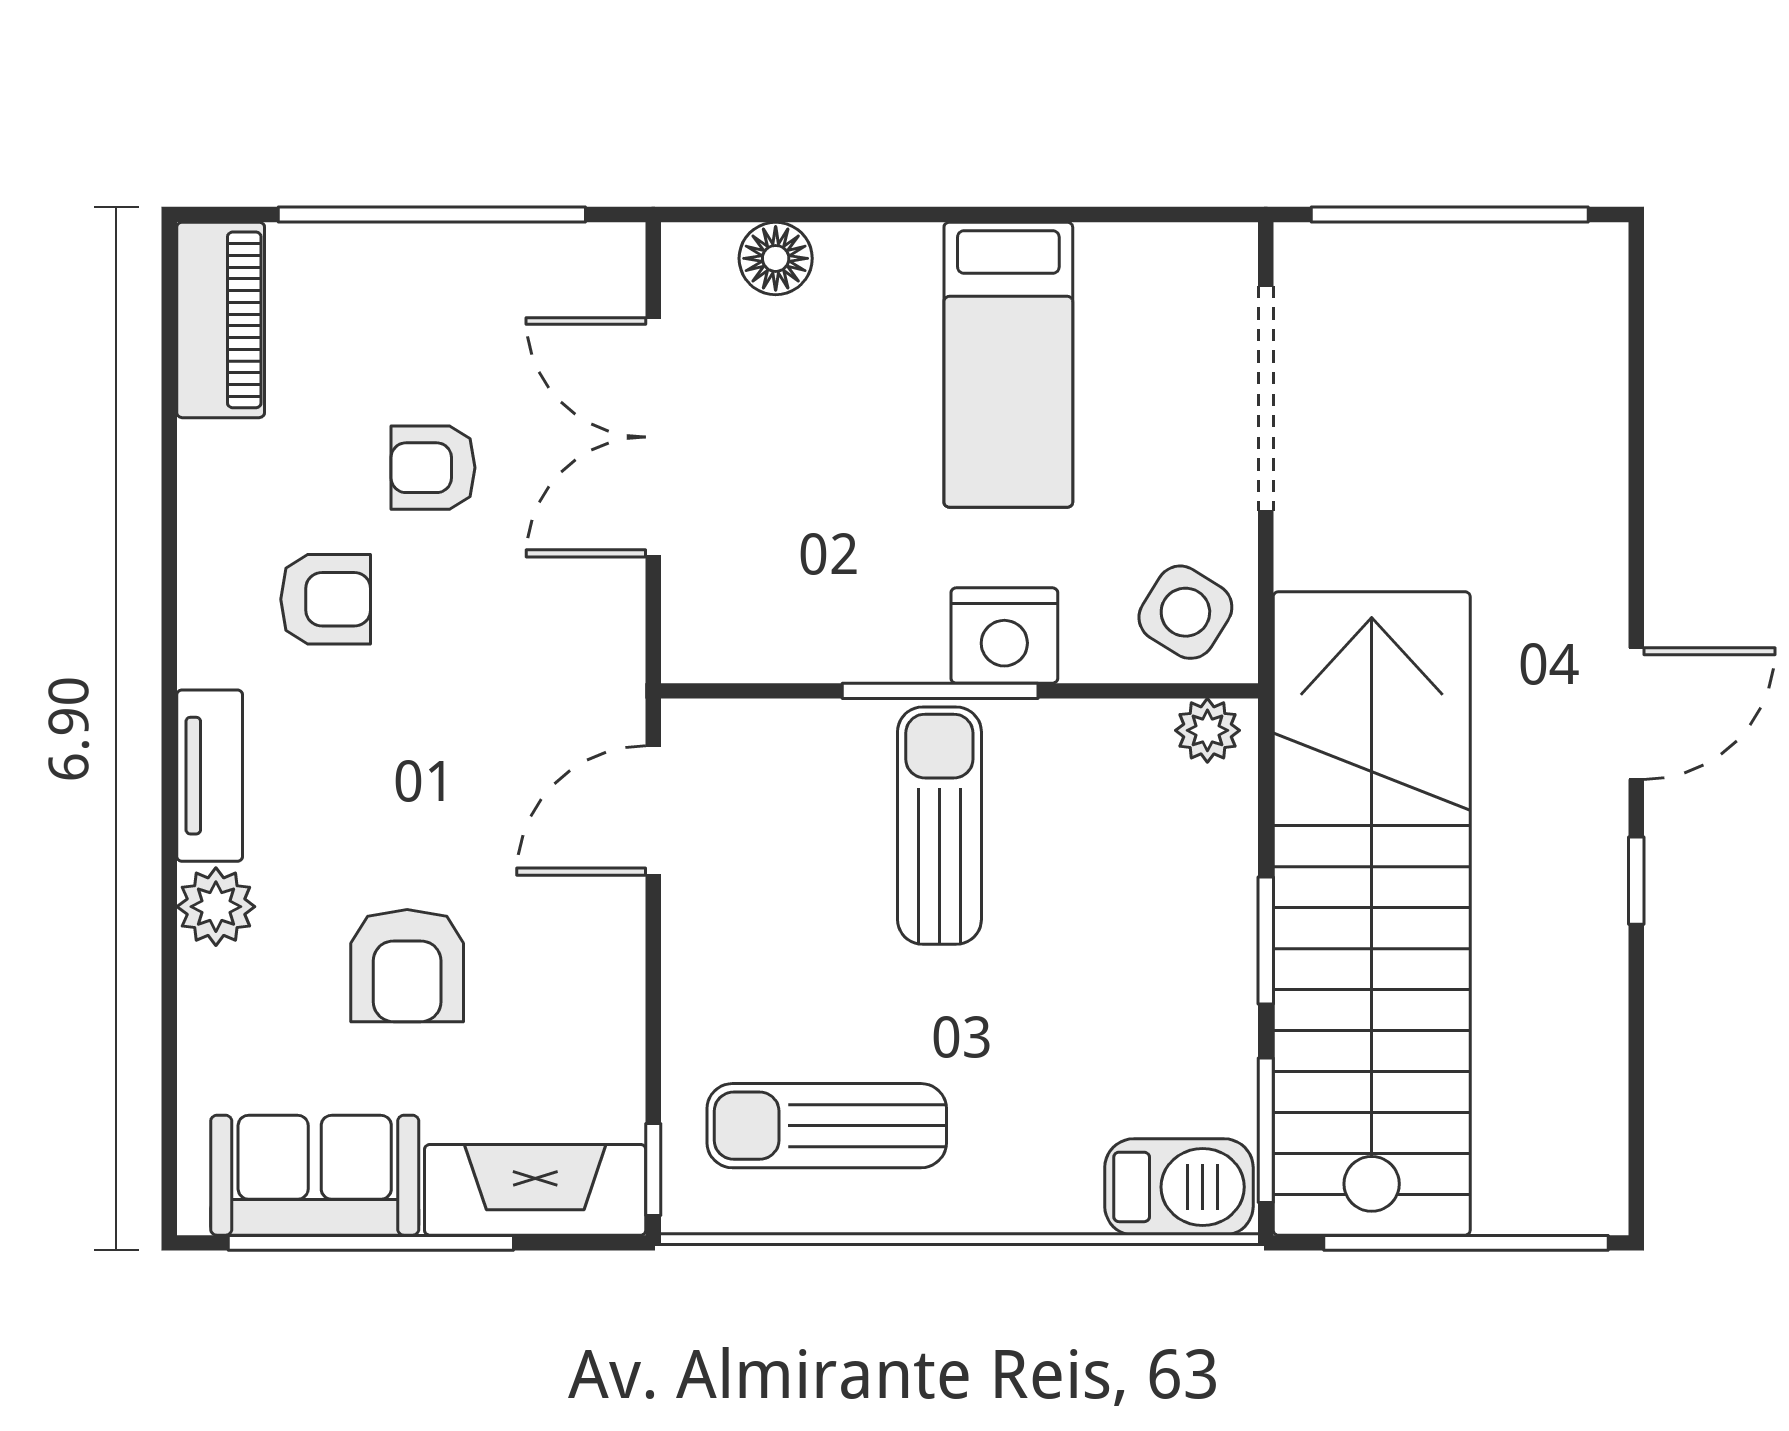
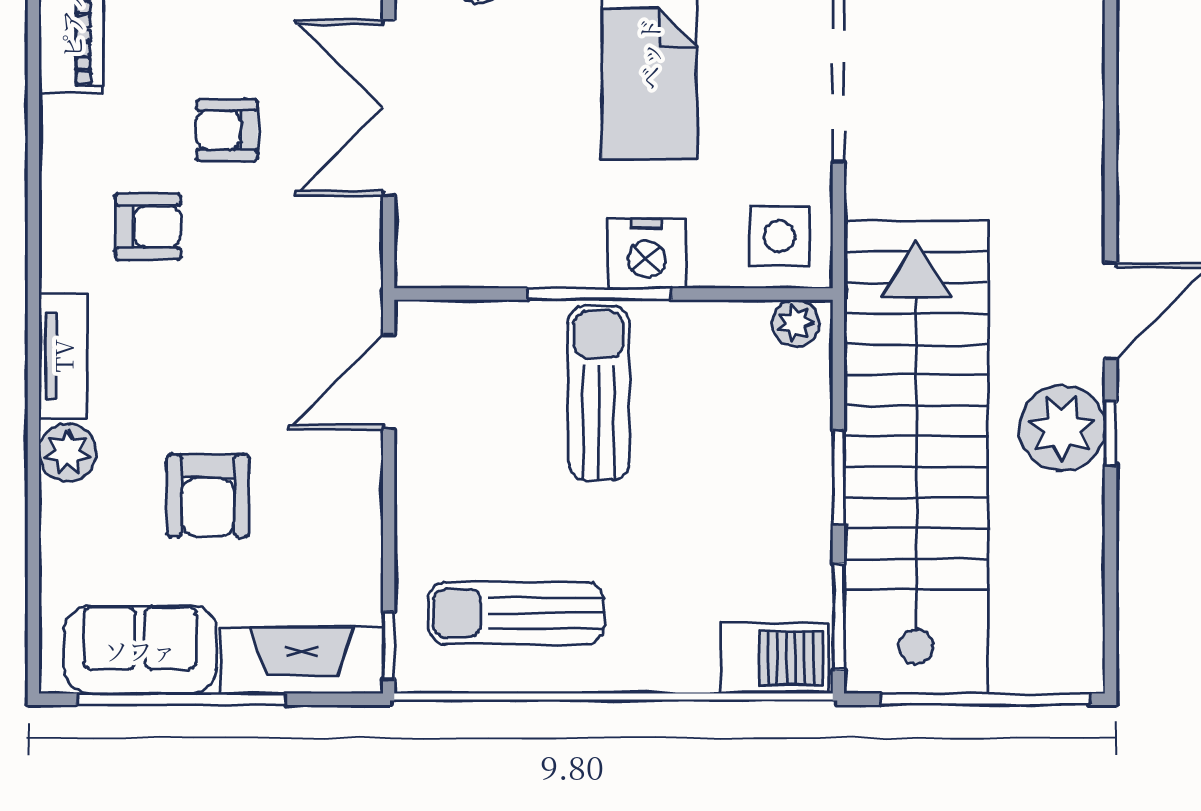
side table: (1185, 612) -> (779, 236), turned -32
plant: (1570, 873) -> (1062, 428), added

